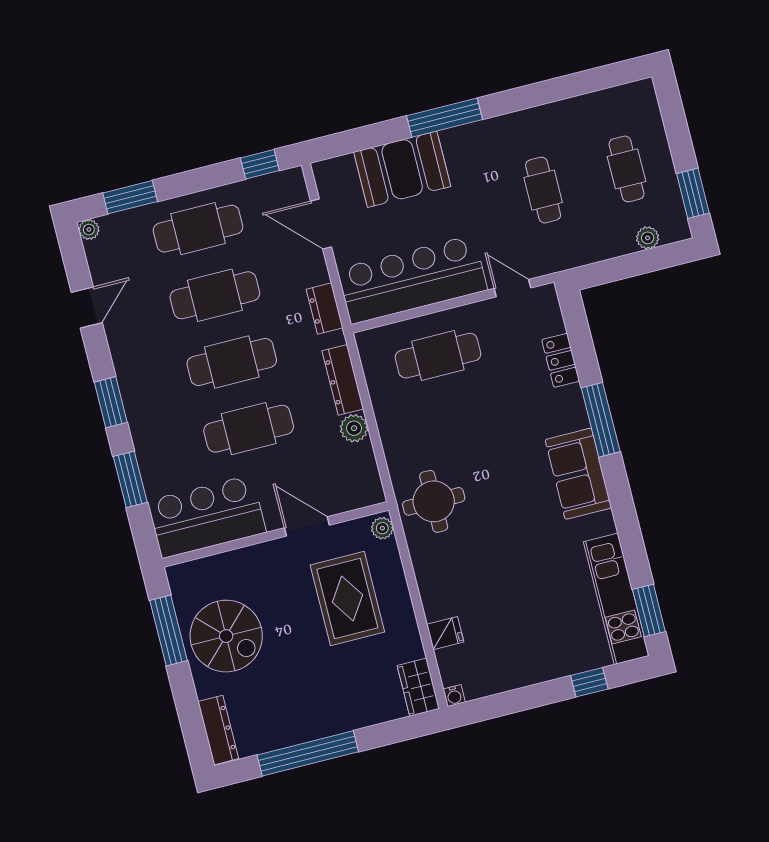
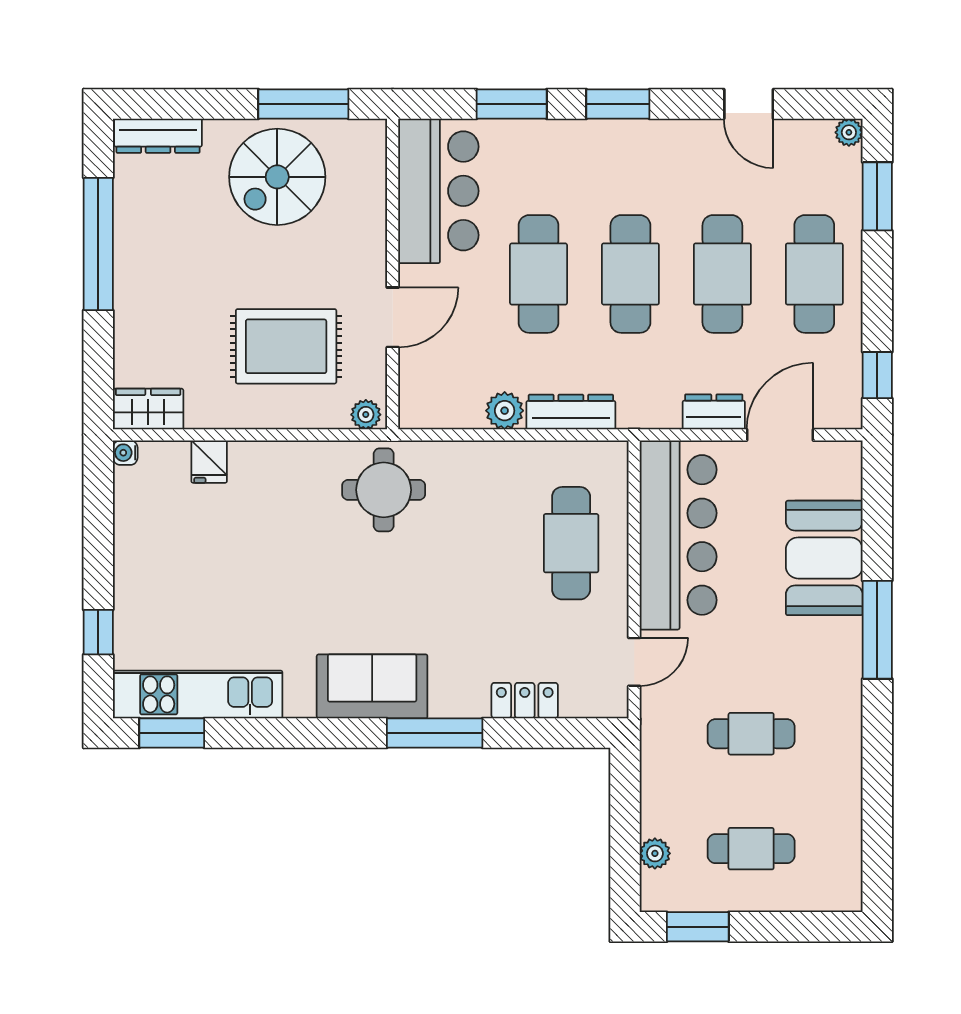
dresser: (325, 308) -> (714, 412), moved

